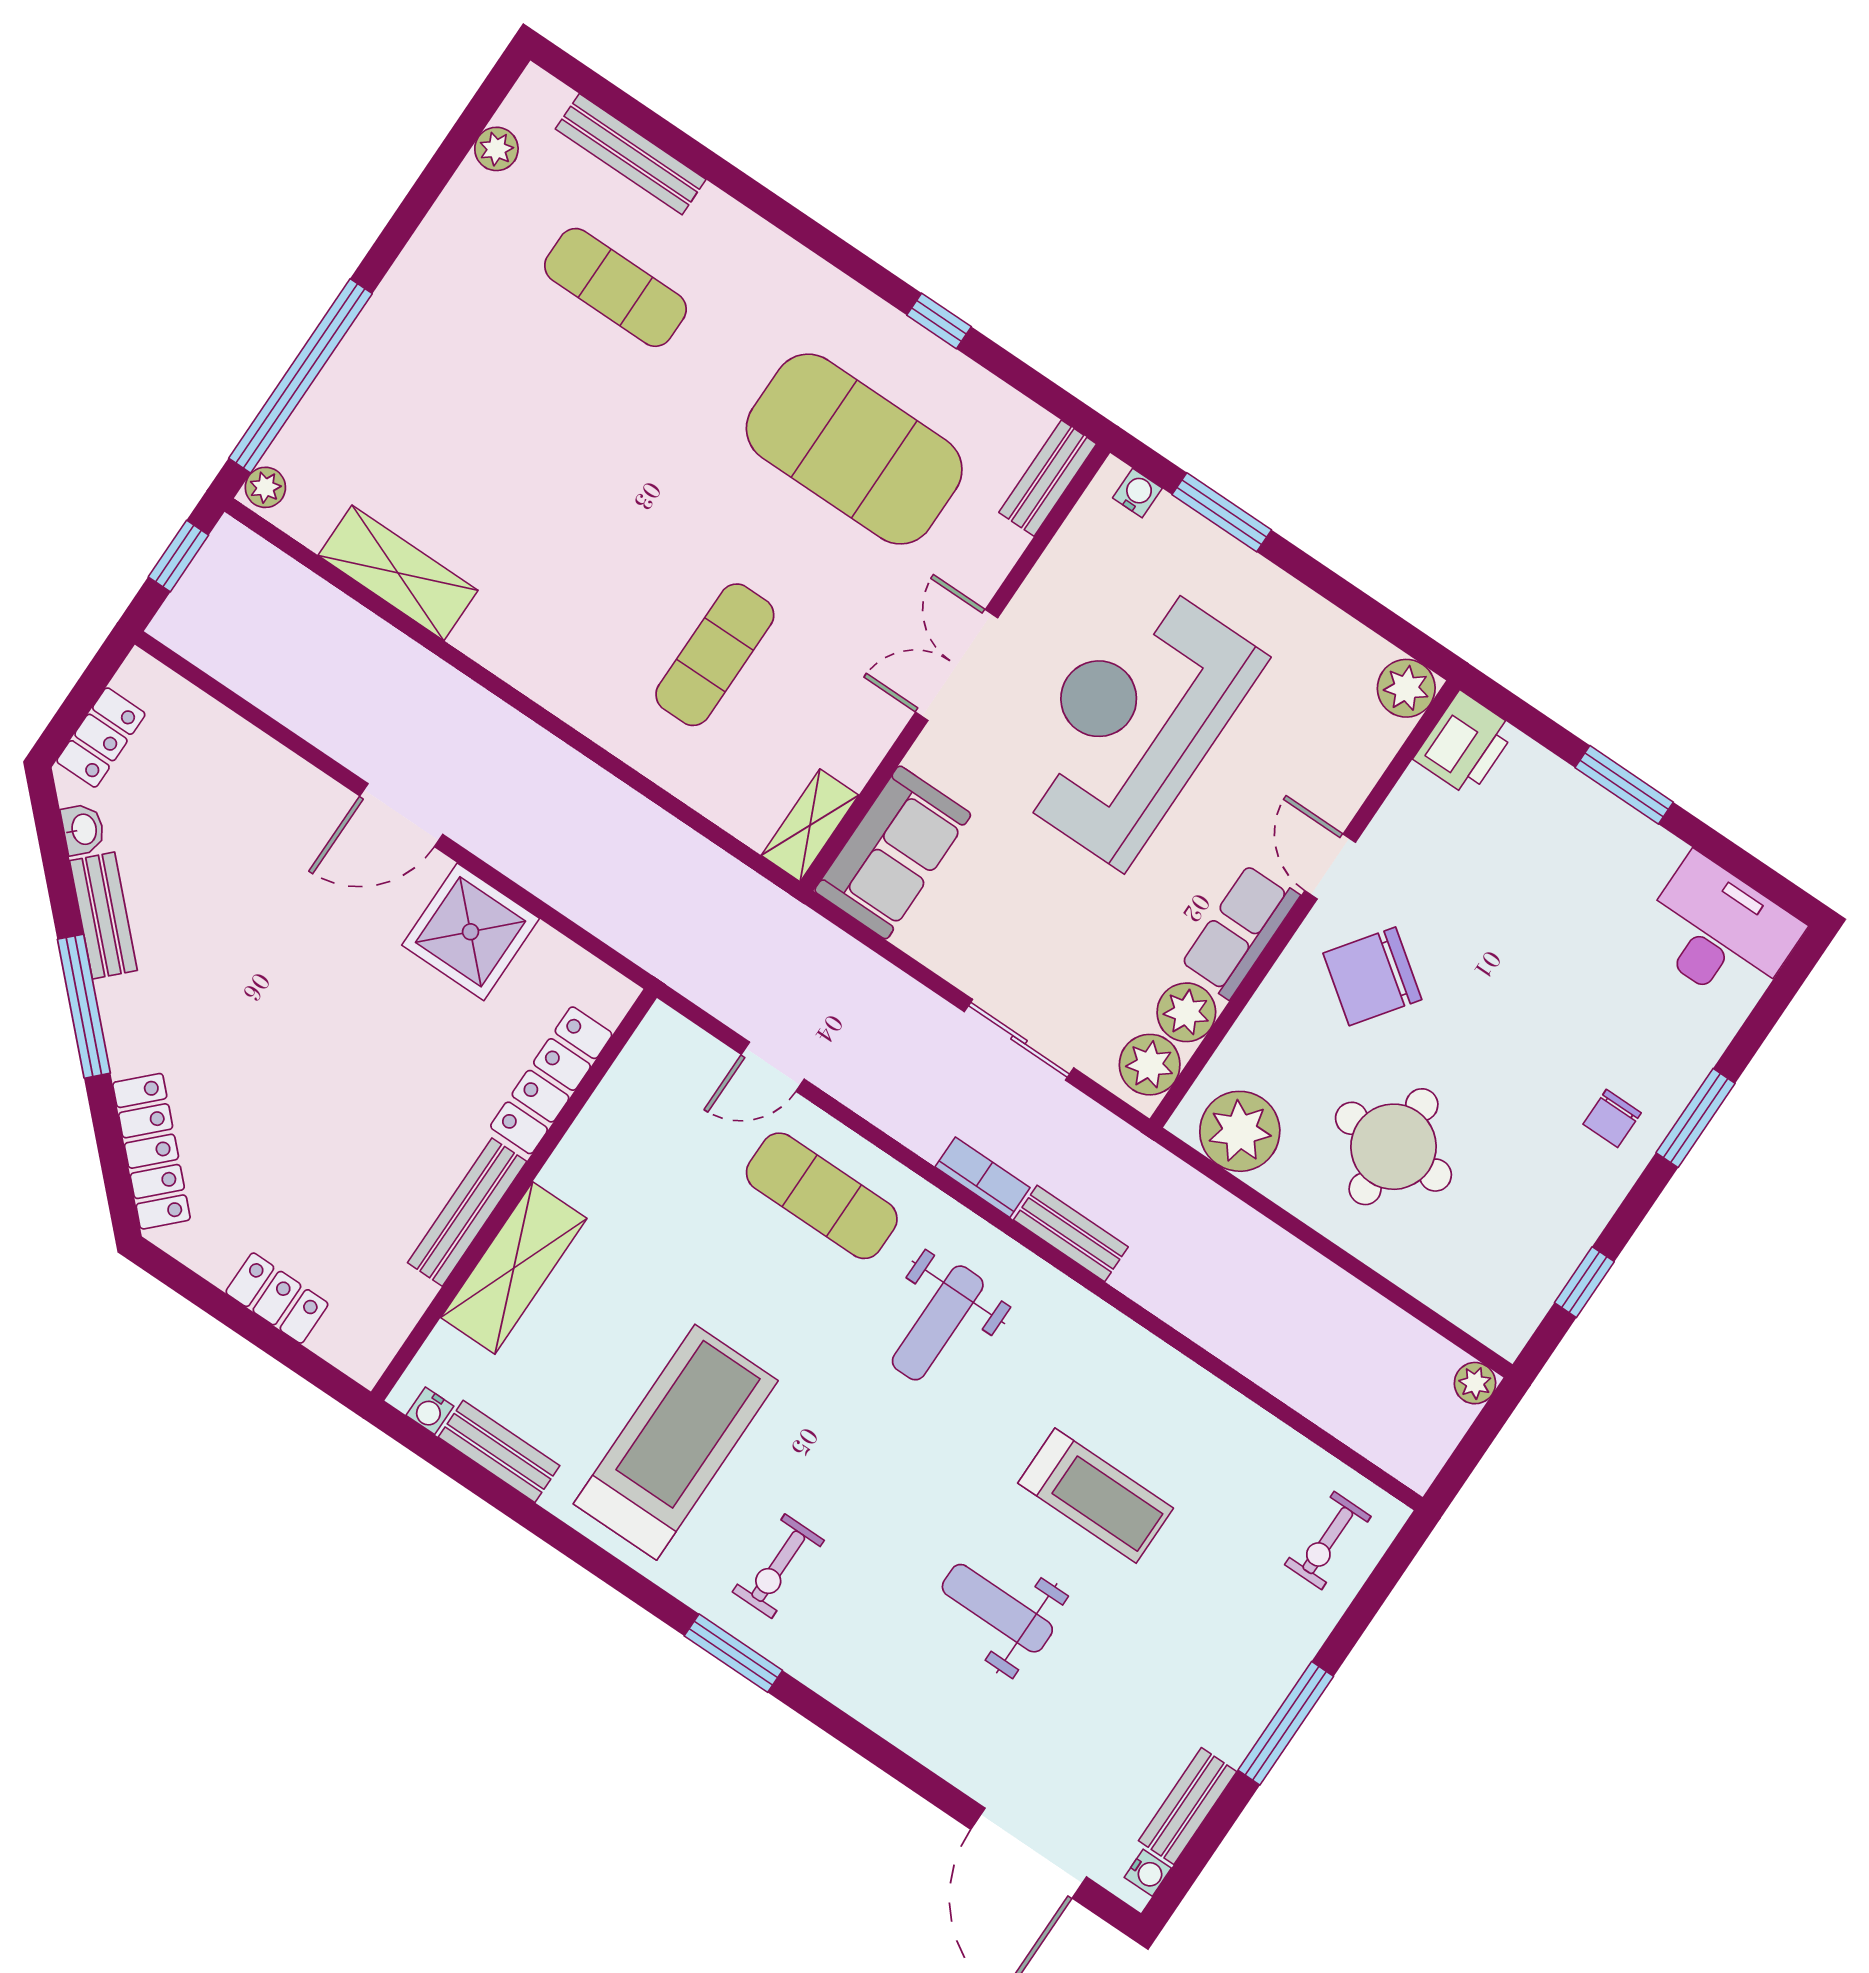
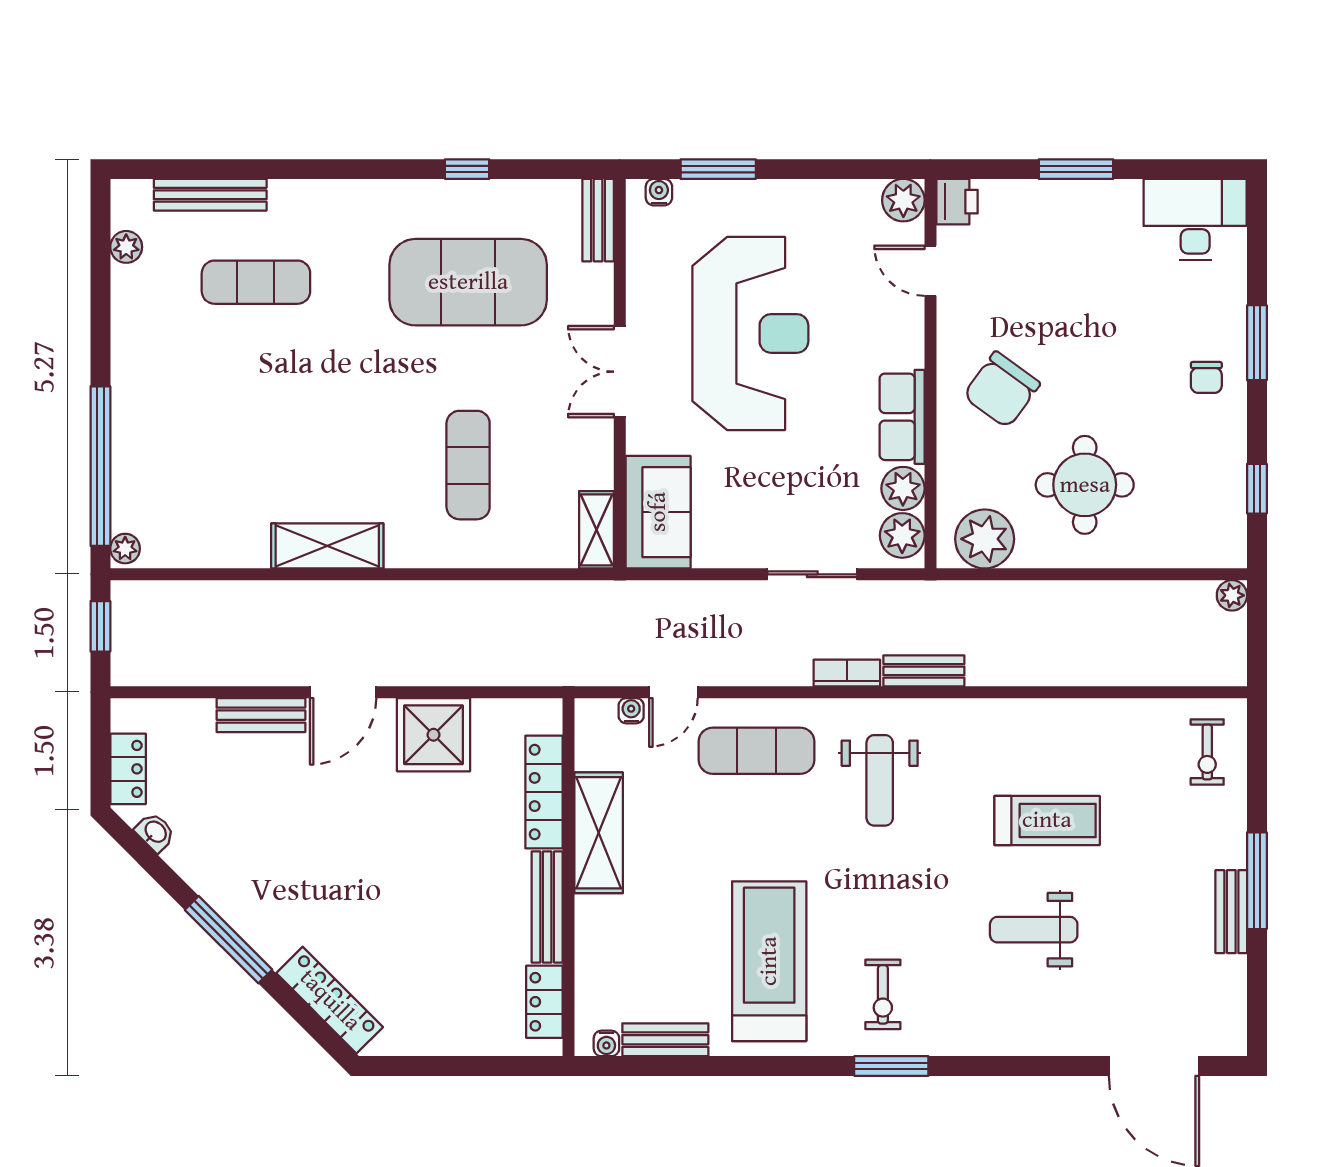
shelving: (398, 573) -> (327, 546), moved
reception desk: (1133, 722) -> (750, 333), turned 180
printer: (1465, 744) -> (957, 202), width x0.73, depth x0.81
door: (1330, 867) -> (930, 271), moved
bench: (103, 916) -> (261, 715), moved, turned -45
shelving: (514, 1268) -> (599, 833), moved
locker: (277, 1298) -> (544, 1002), moved, turned -90
bench: (1188, 1806) -> (1231, 912), moved
water cooler: (1148, 1873) -> (631, 711), moved, turned -90

